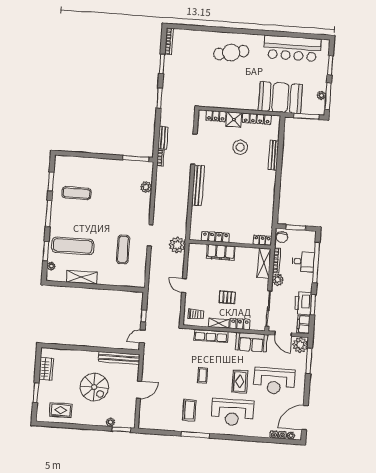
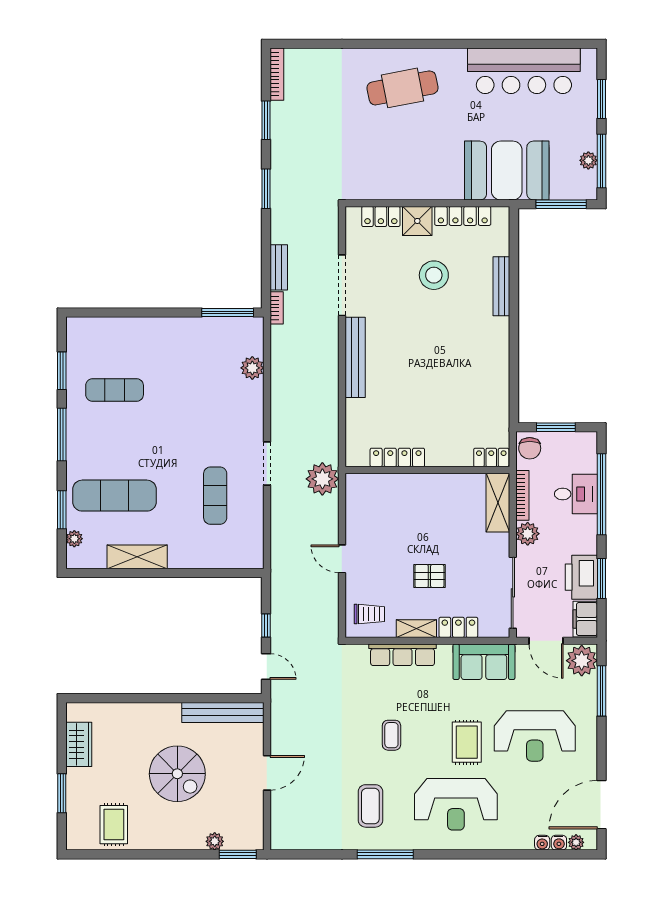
filing cabinet: (221, 252) -> (410, 487), removed
door: (142, 337) -> (266, 666), swing flipped
rug: (61, 410) -> (114, 825), turned 90

